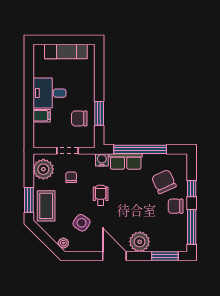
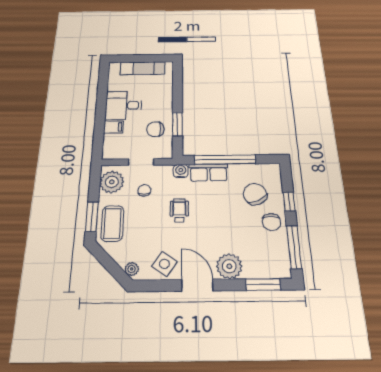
chair: (176, 206) -> (271, 222), turned -90
side table: (82, 223) -> (164, 264), moved

